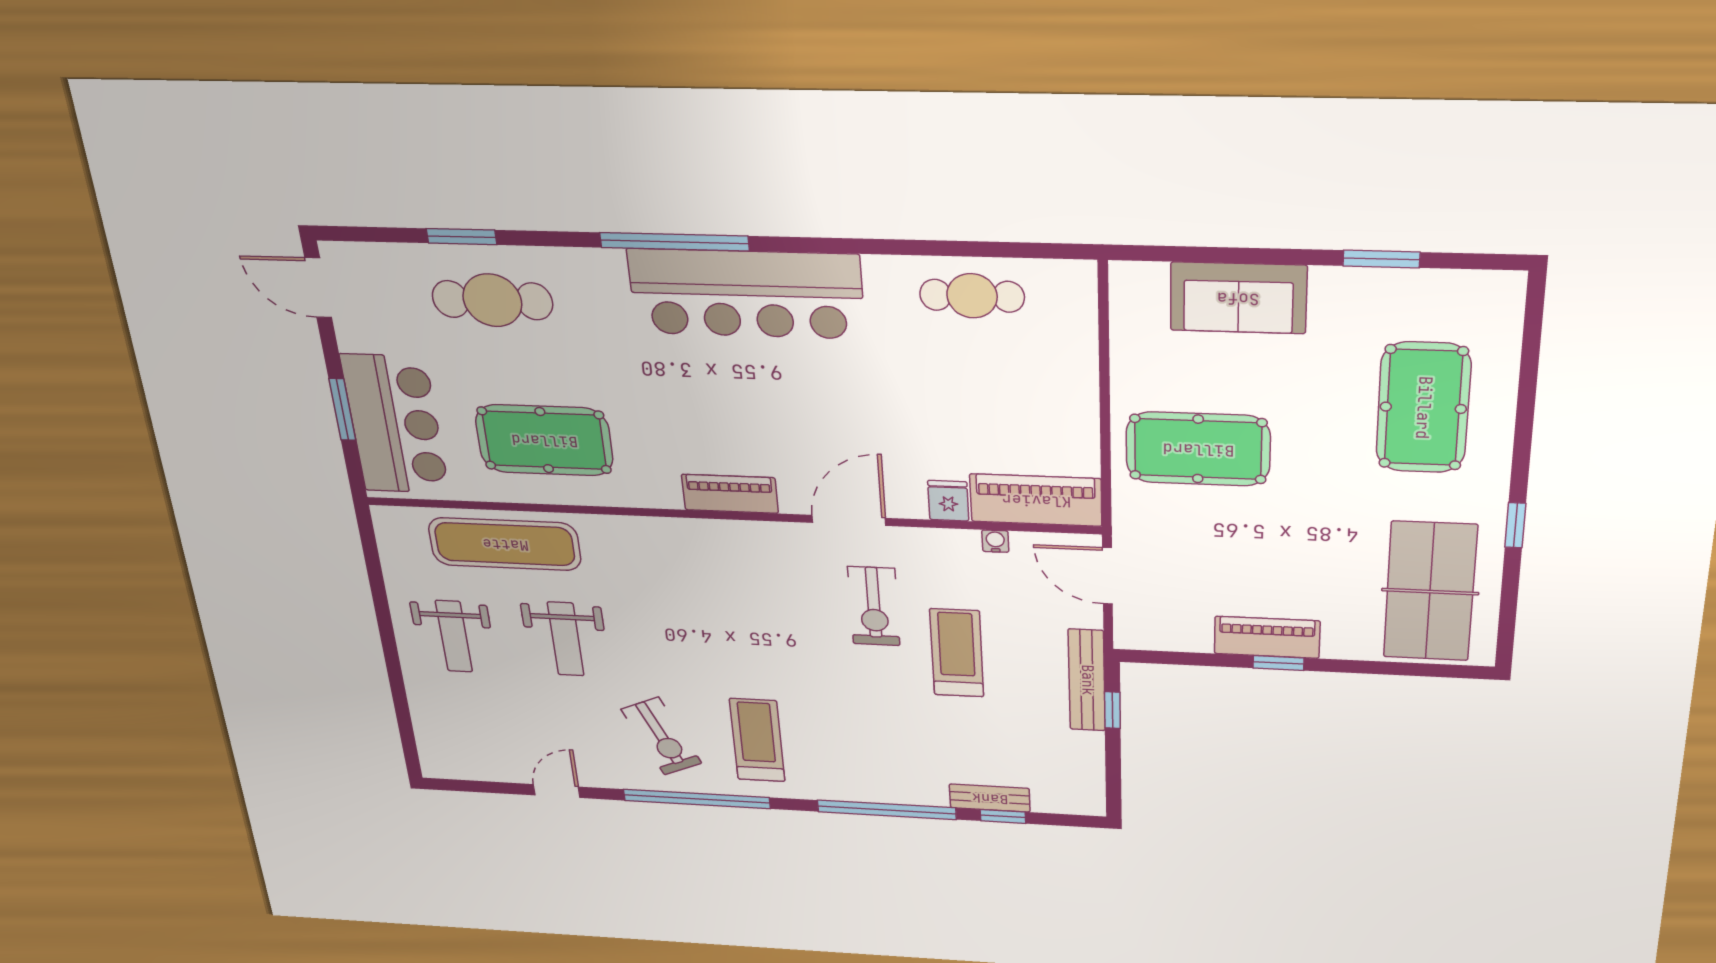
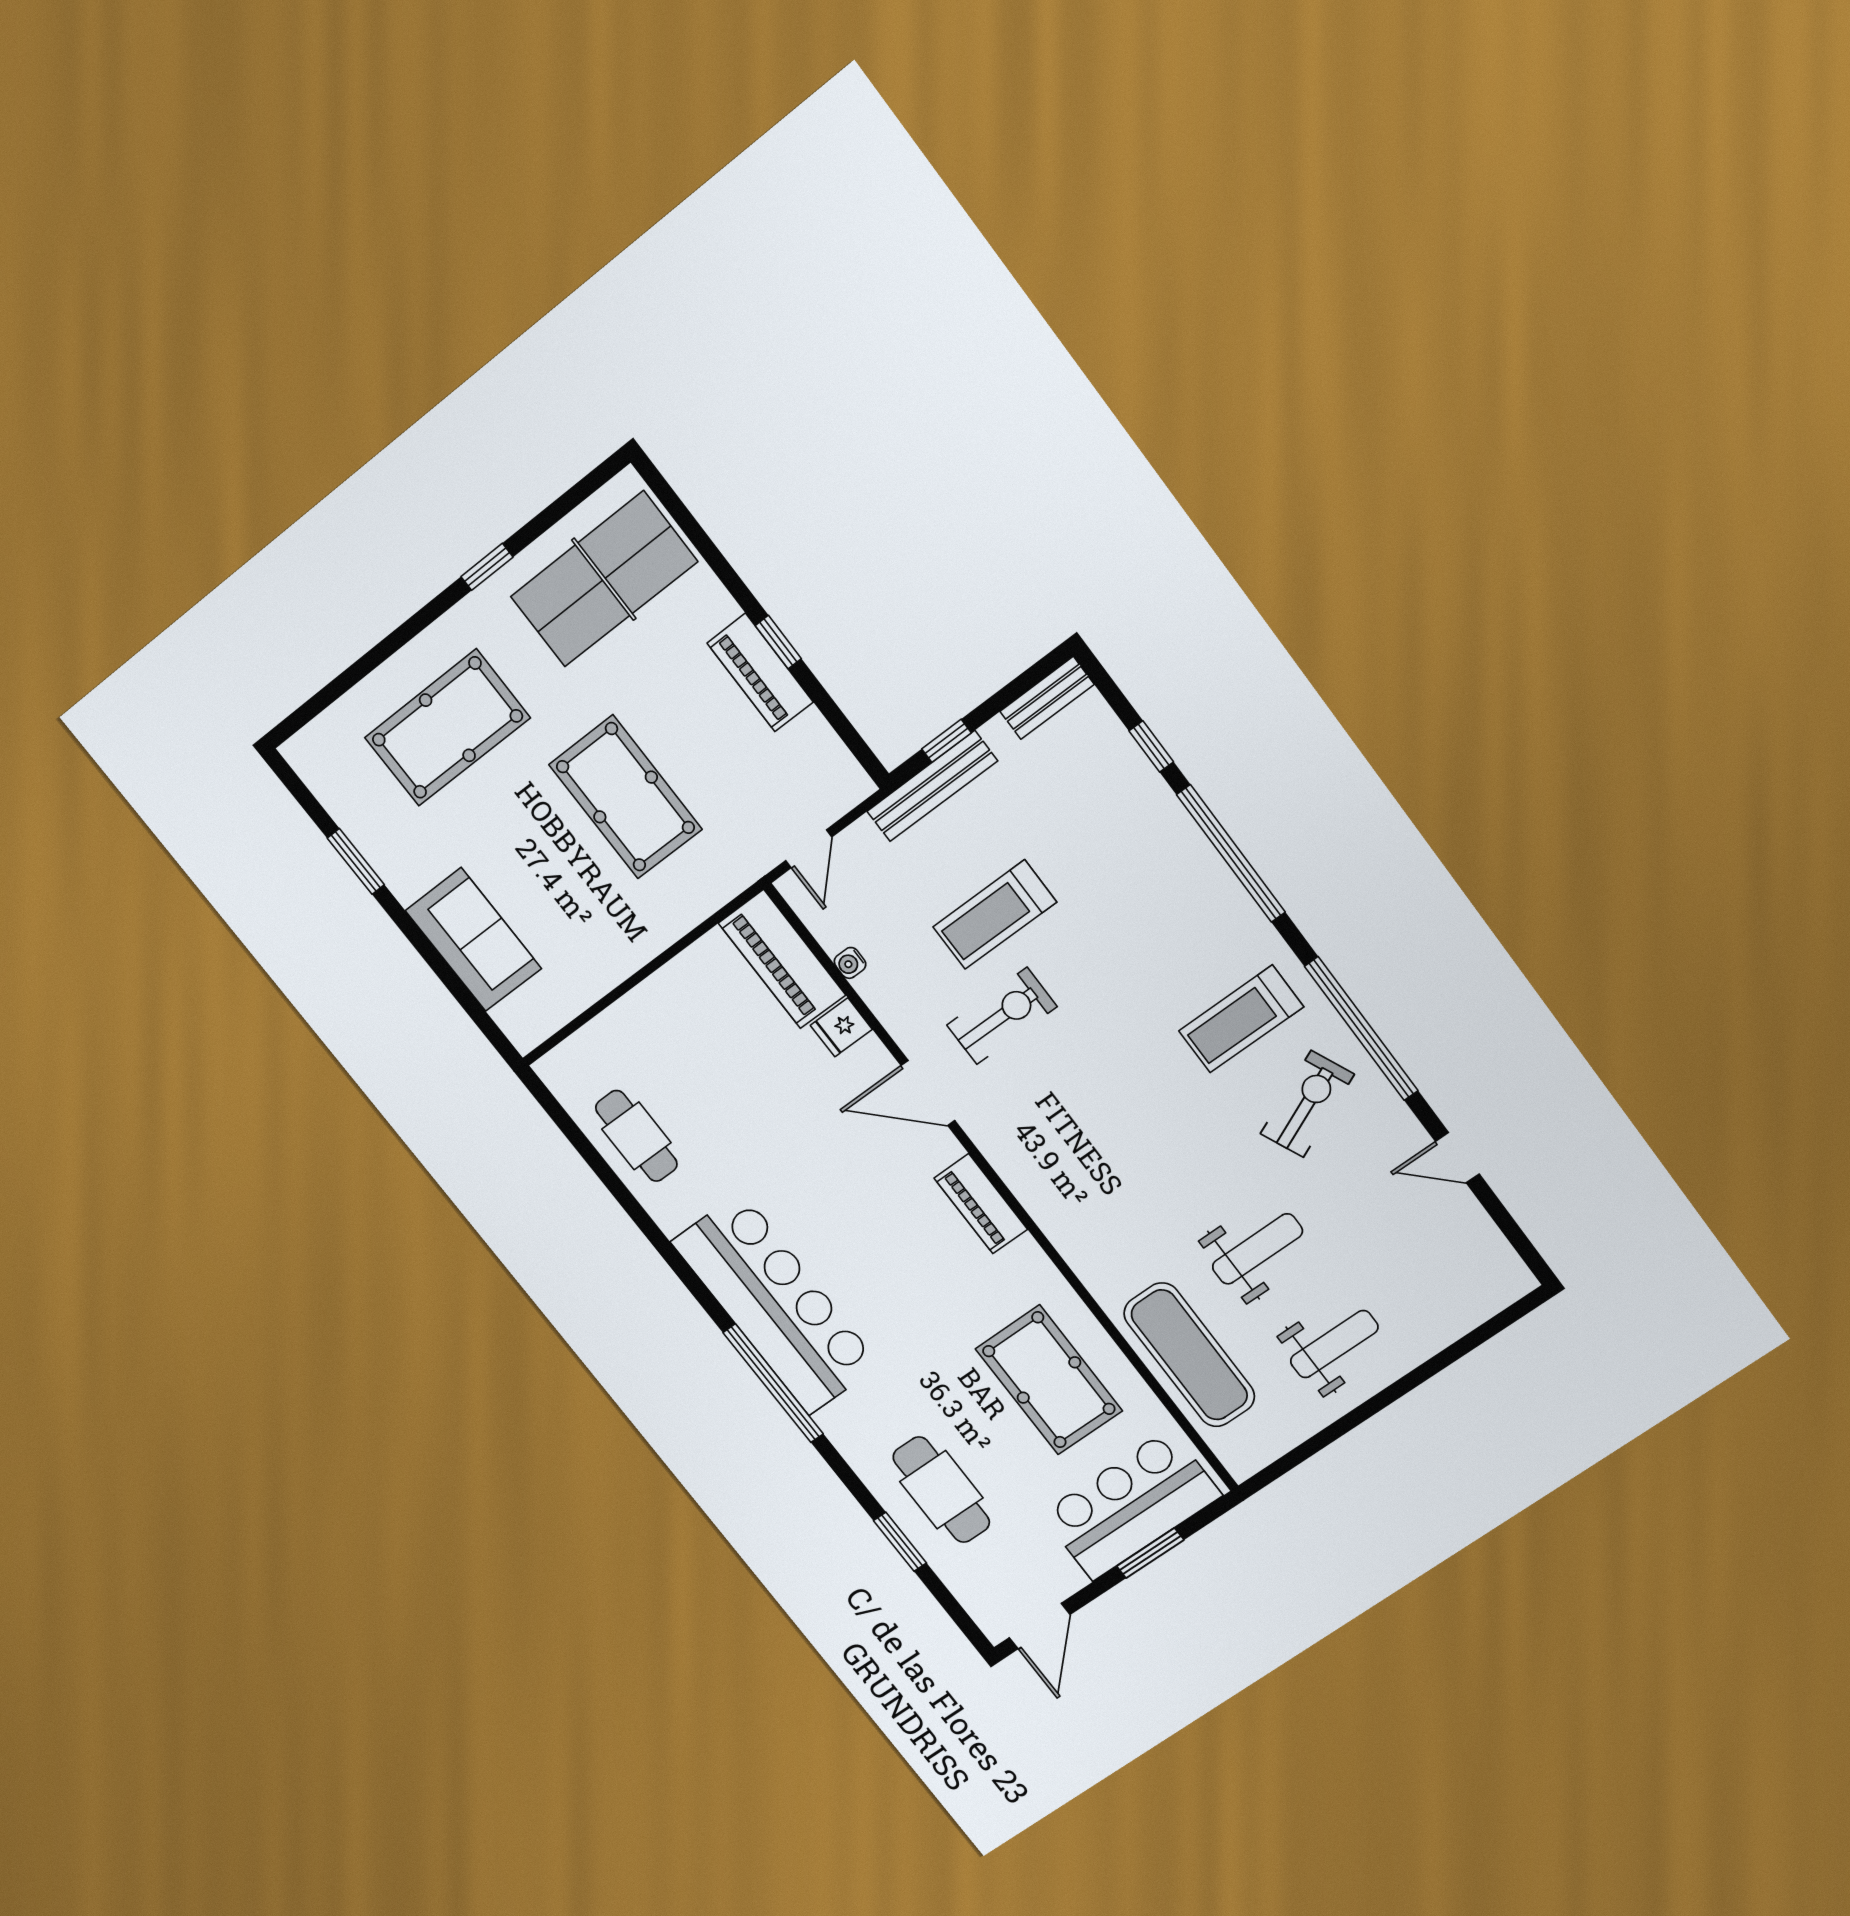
pool table: (1198, 449) -> (626, 797), moved
door: (1107, 576) -> (809, 849), width x0.73
bench: (990, 798) -> (1047, 698), moved, turned 90

